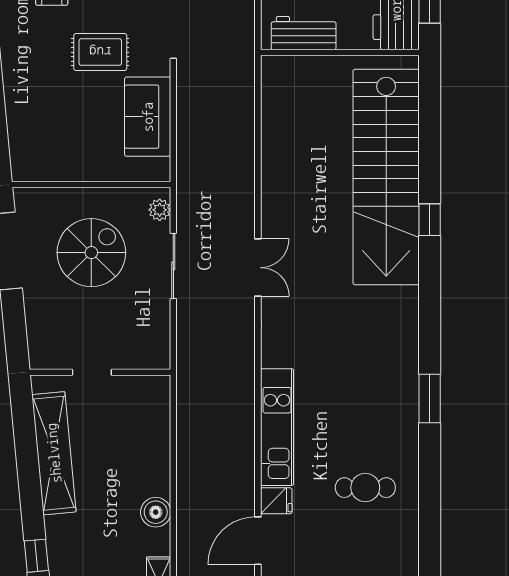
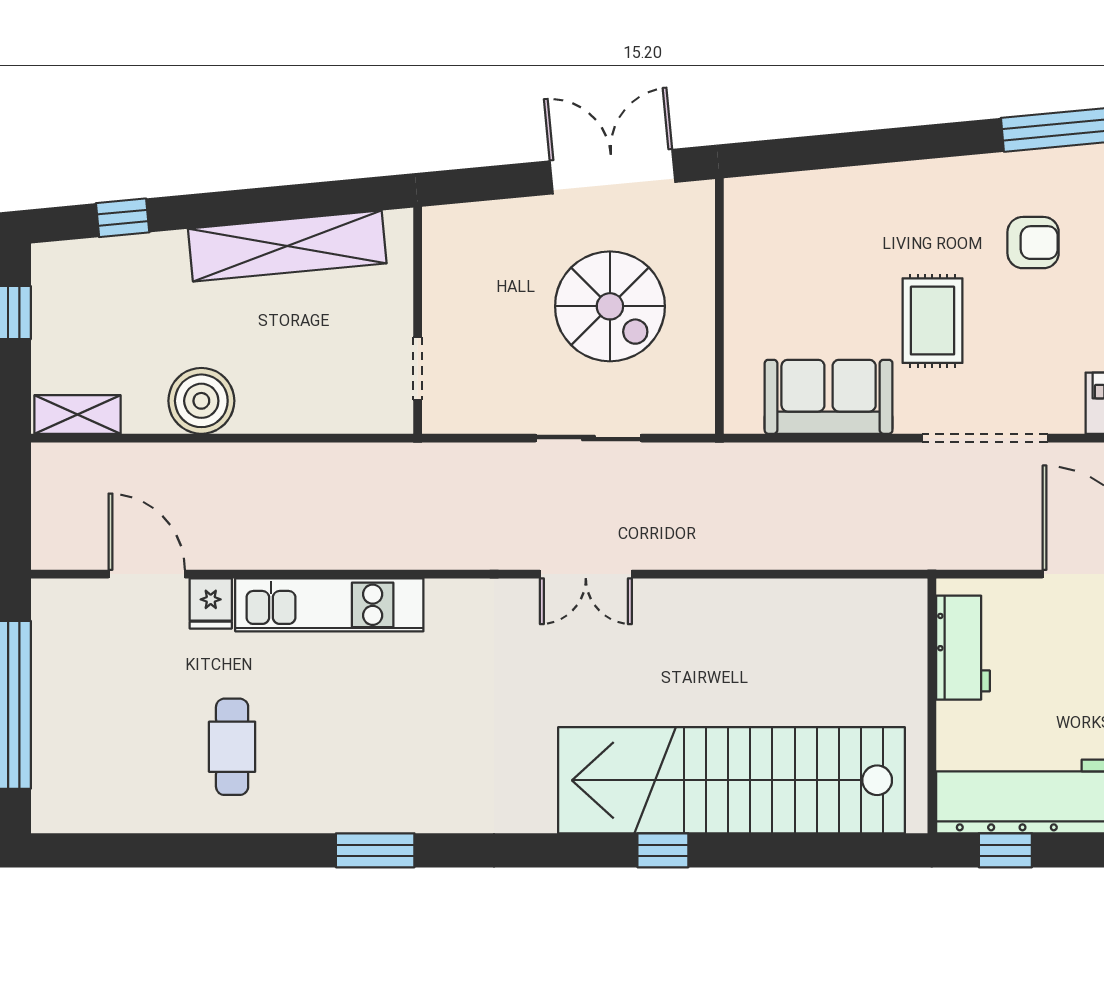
plant: (160, 210) -> (679, 416), removed
doorway: (92, 372) -> (418, 368), moved
boiler: (156, 512) -> (201, 401), width x1.37, depth x1.37

